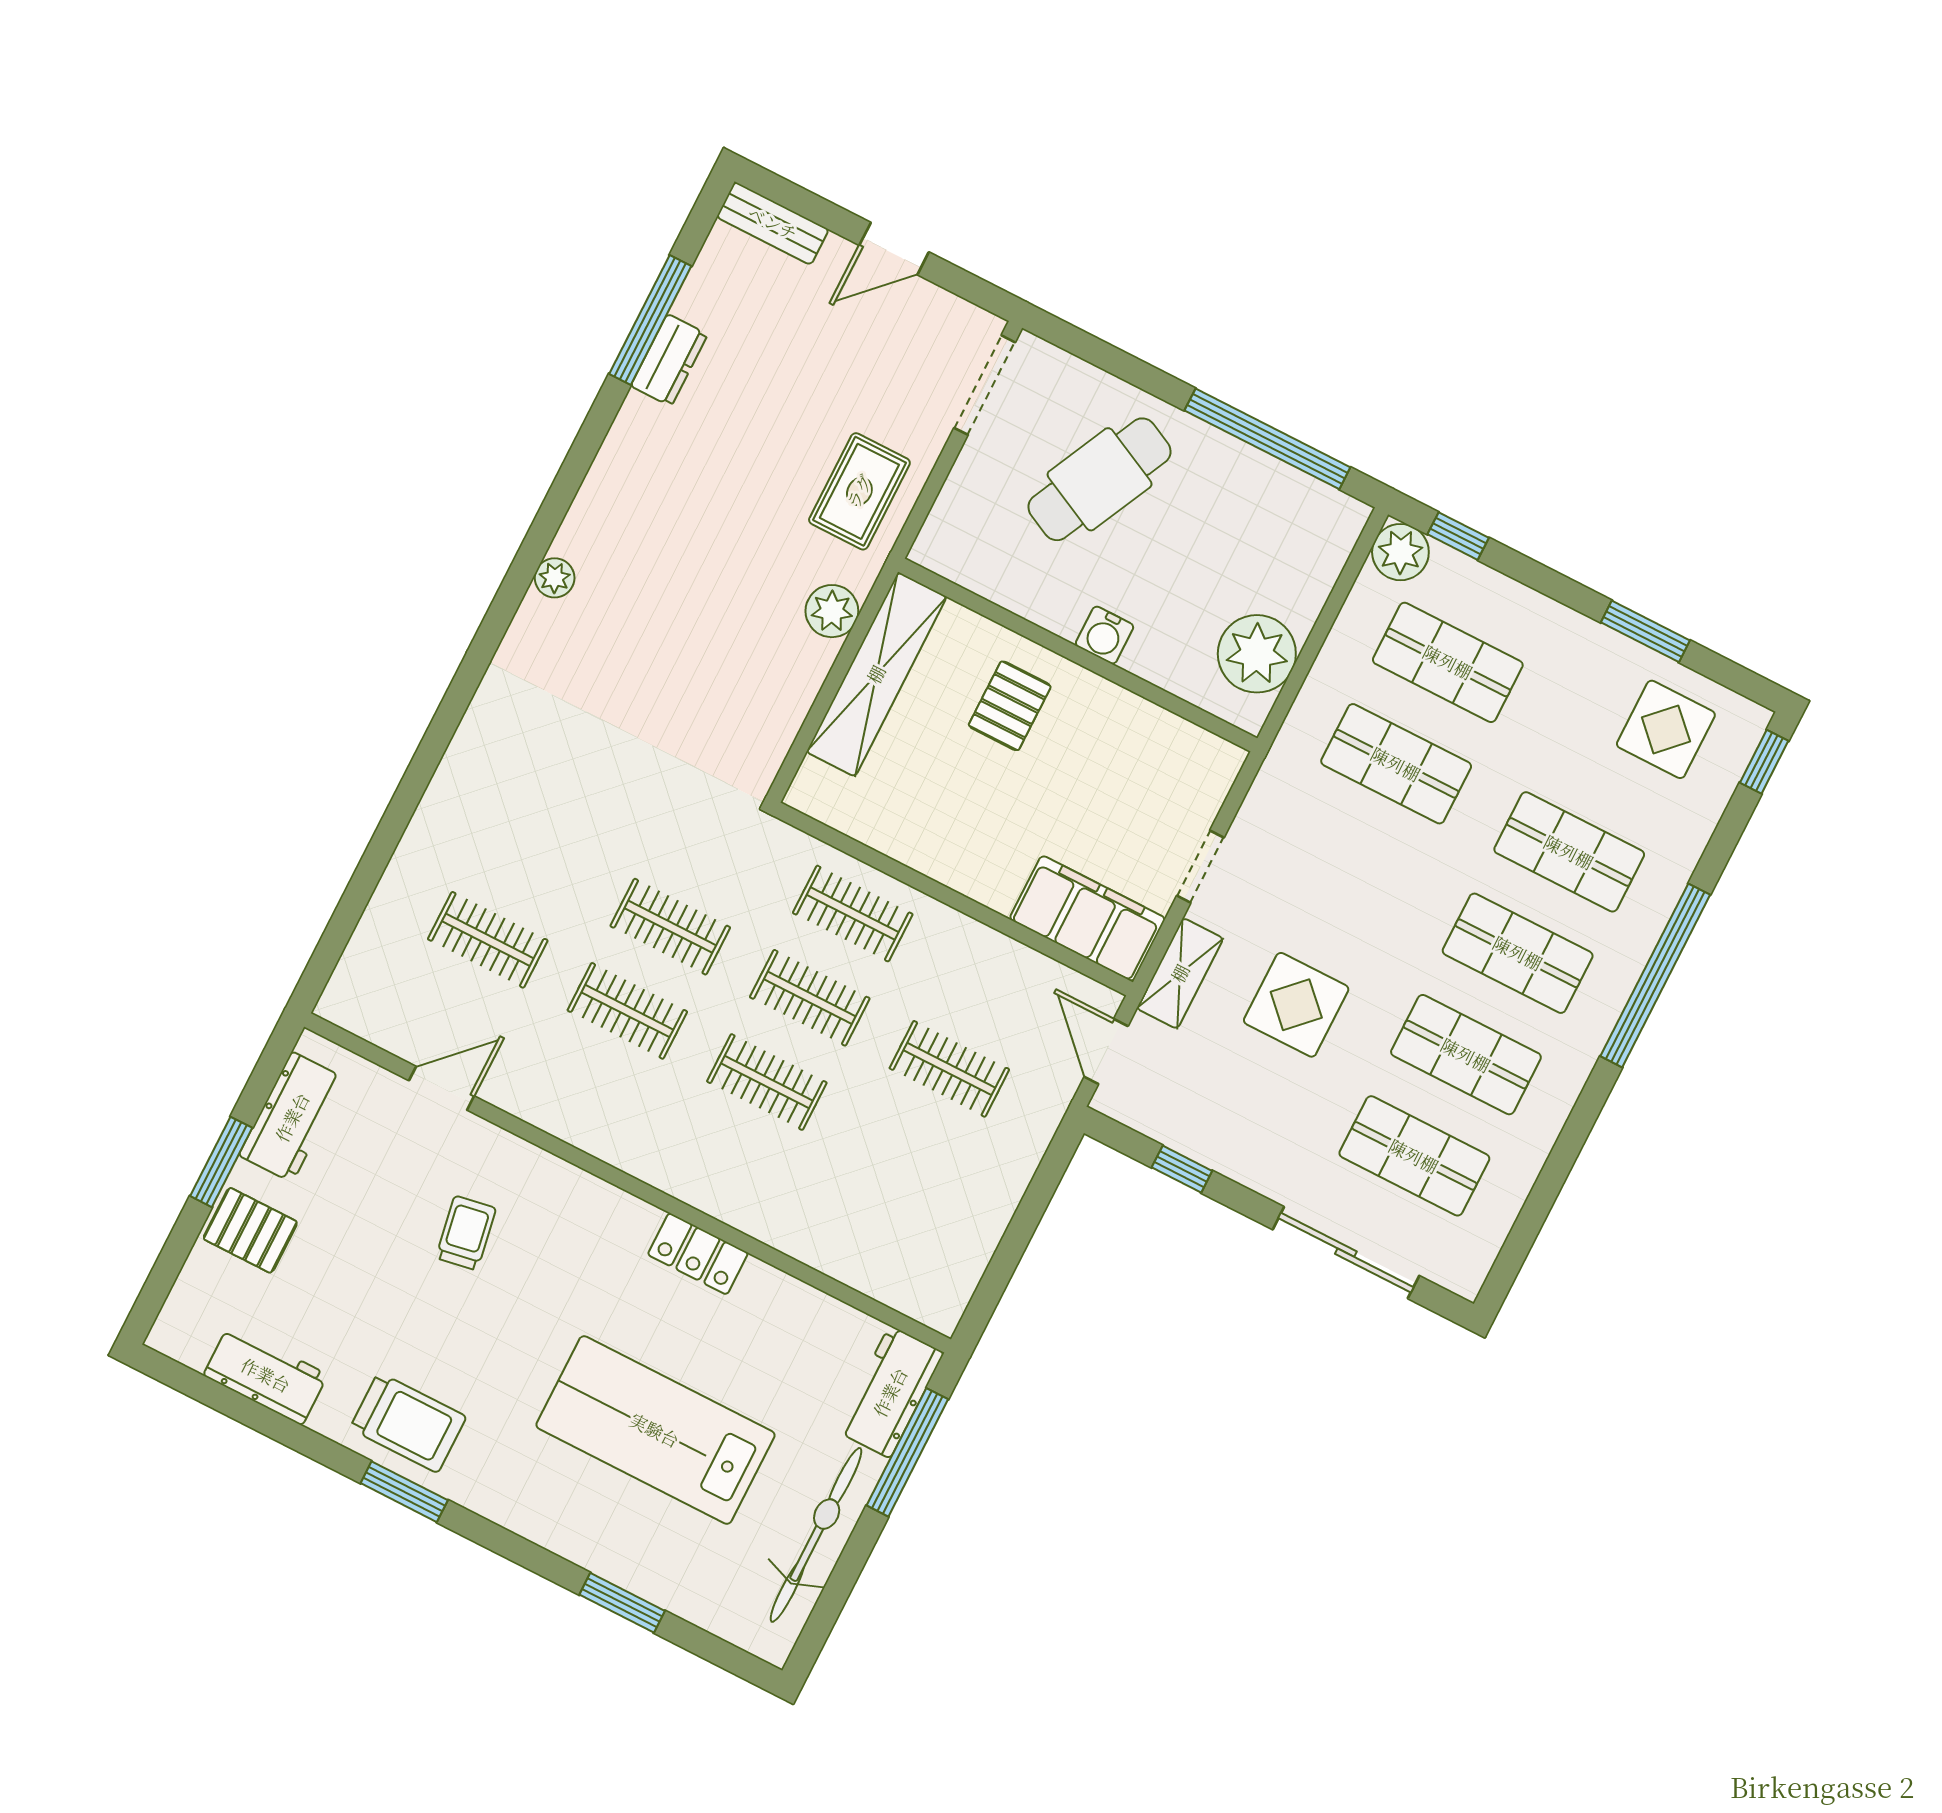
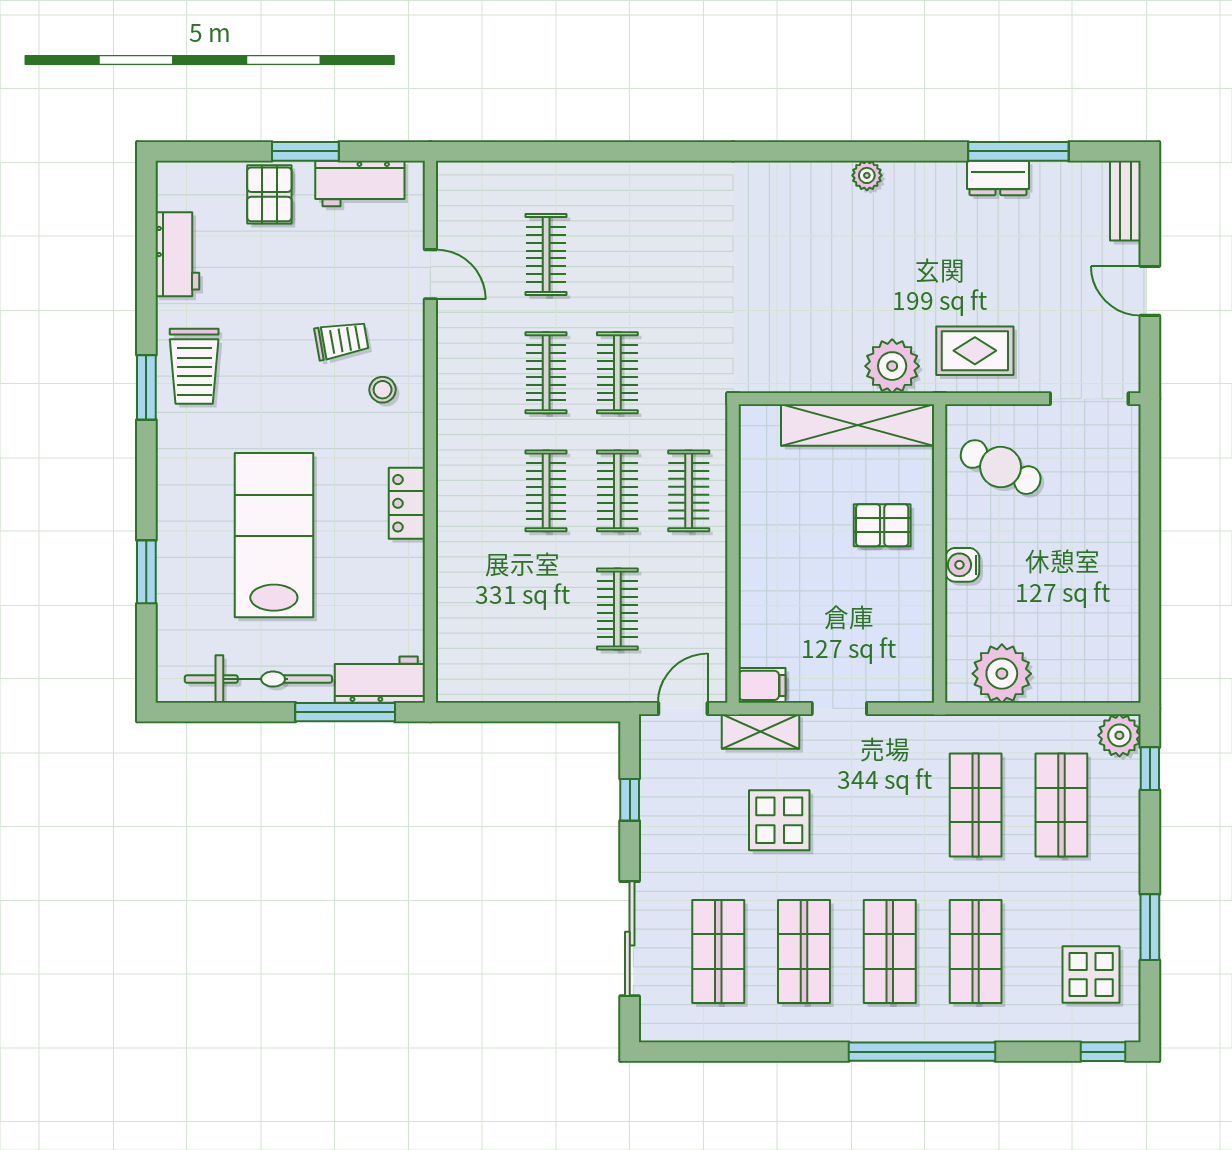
window: (1267, 439) -> (1150, 607), removed
cafe table: (1100, 479) -> (1001, 467), moved, width x0.73, depth x0.74
plant: (555, 578) -> (867, 175), moved
plant: (832, 611) -> (892, 366), width x1.36, depth x1.36
filing cabinet: (1087, 918) -> (762, 685), width x0.33, depth x0.86
stool: (549, 1214) -> (383, 390), added

